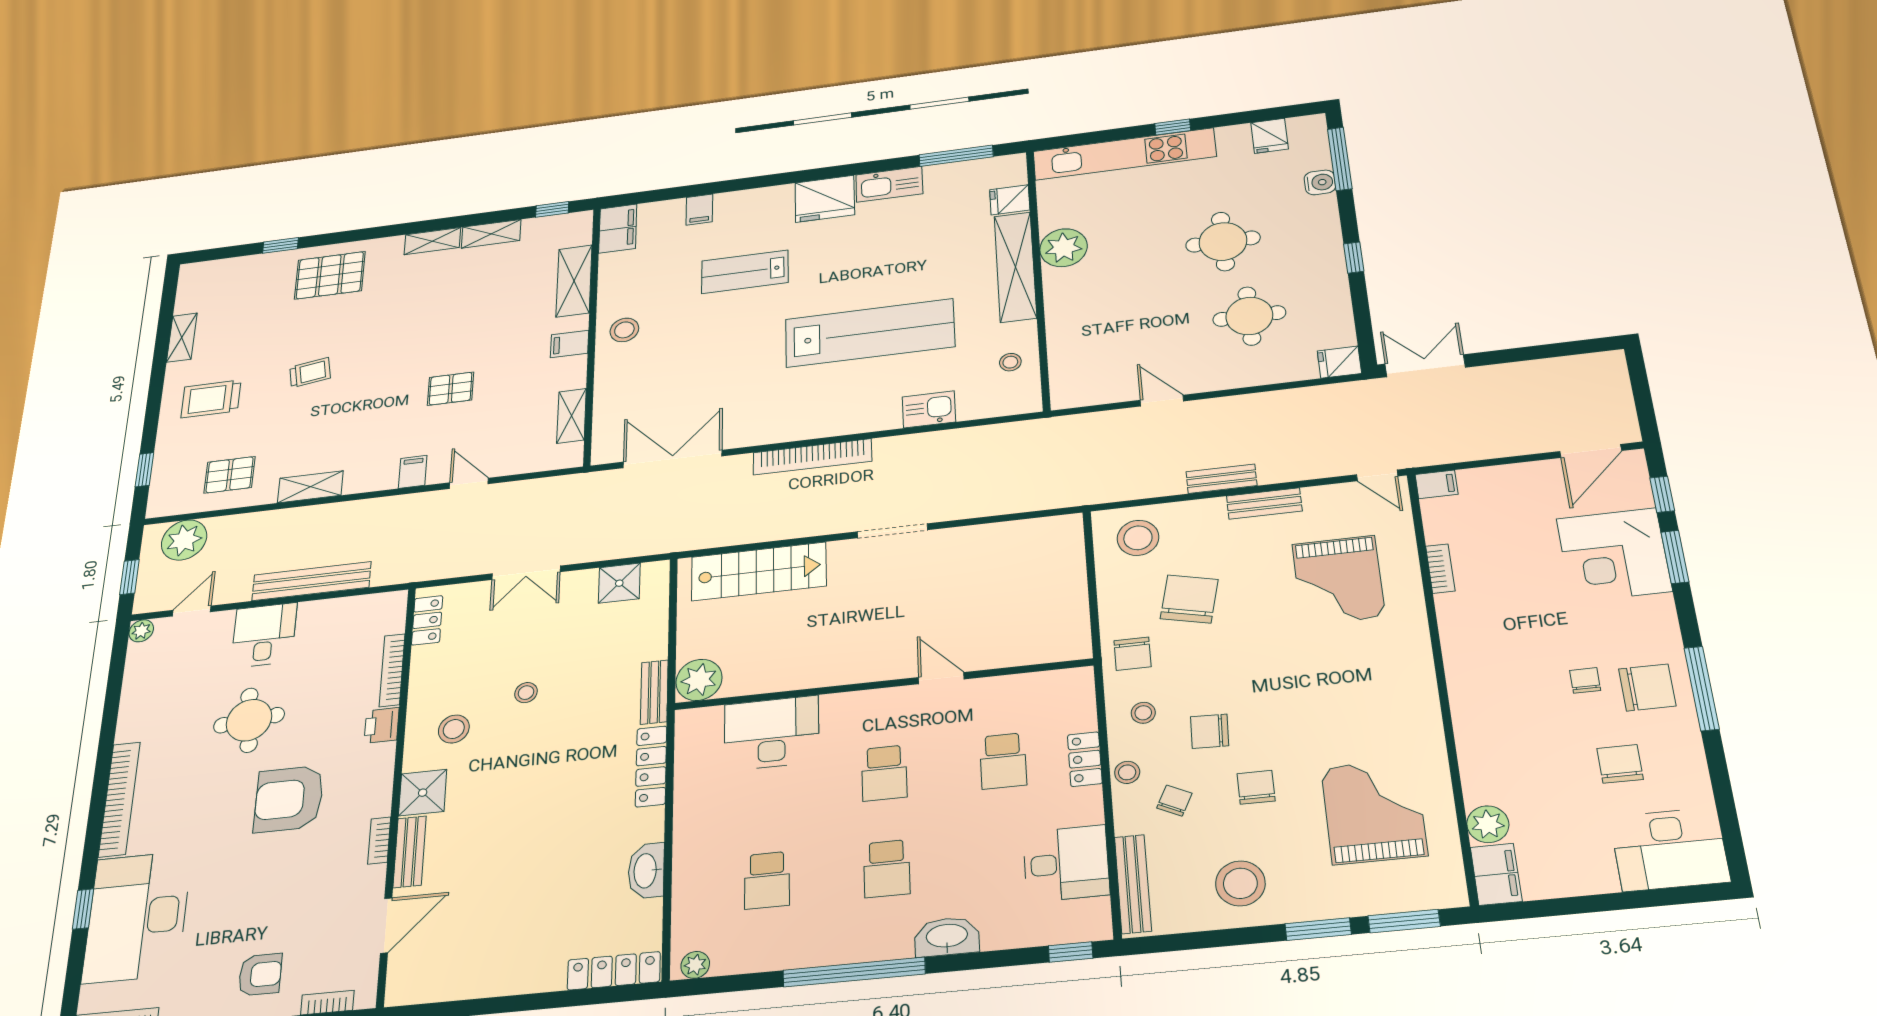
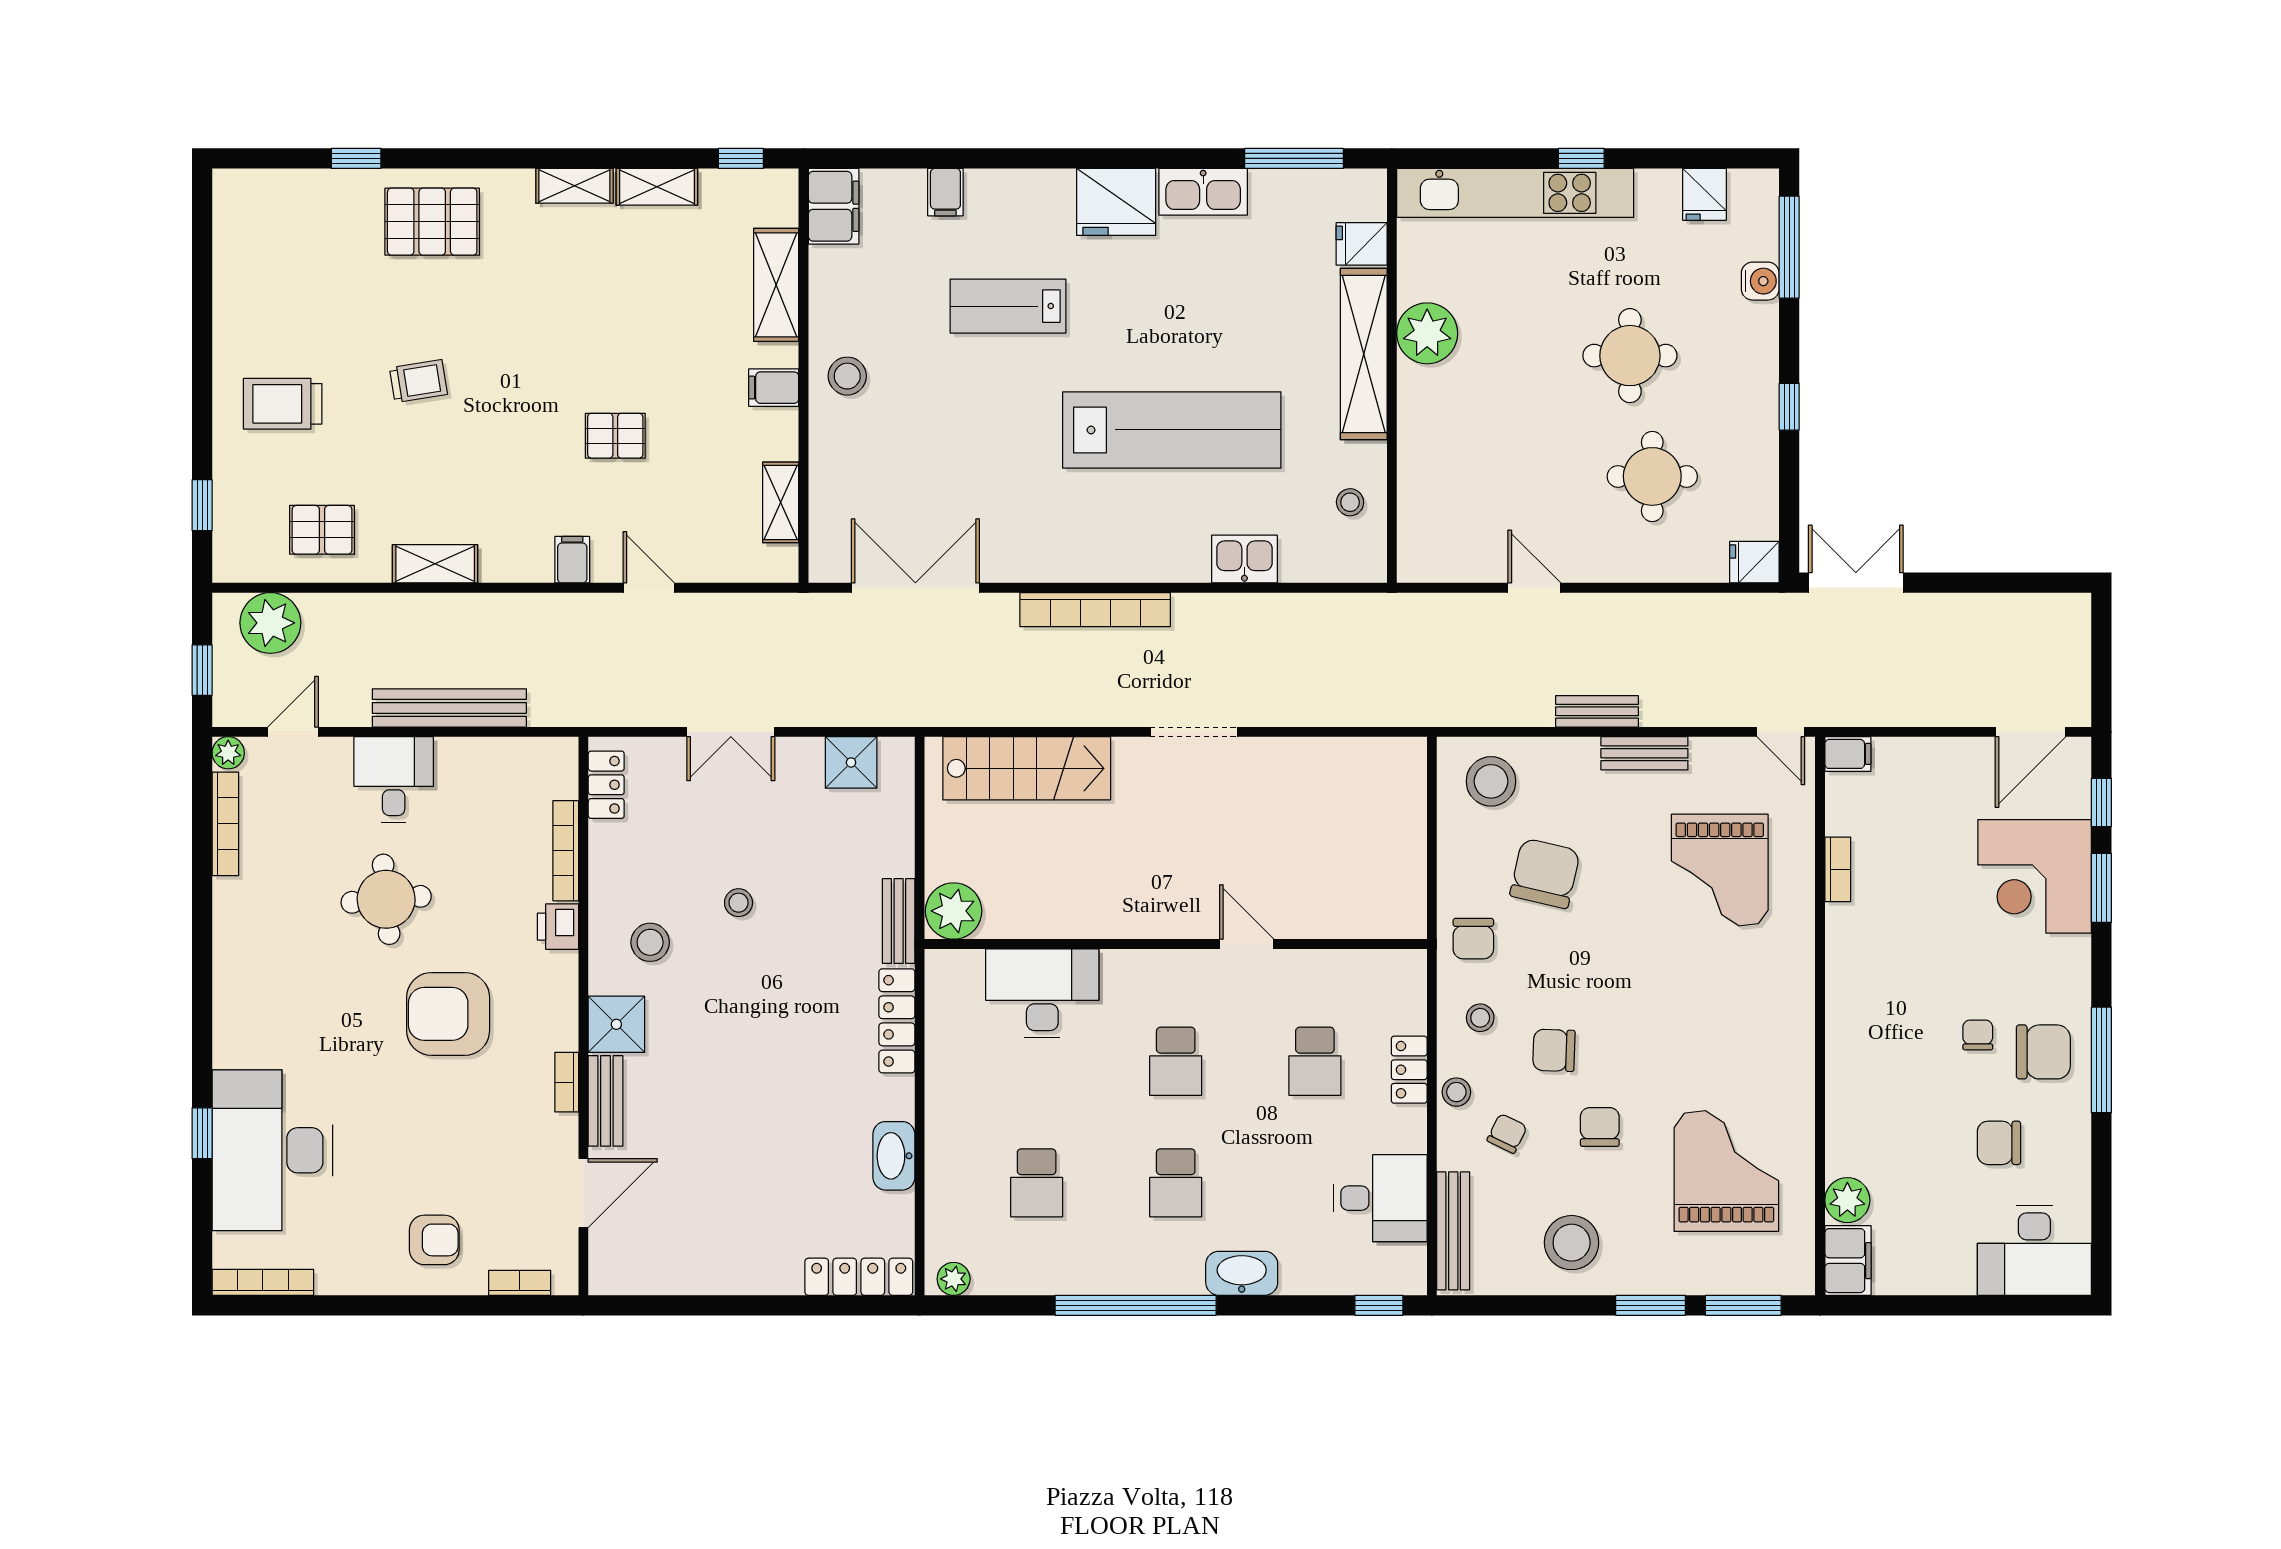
shelving: (182, 338) -> (229, 295), removed
chair: (1620, 764) -> (1999, 1143), turned -90
bookcase: (119, 799) -> (225, 824), moved, width x0.68, depth x0.76

